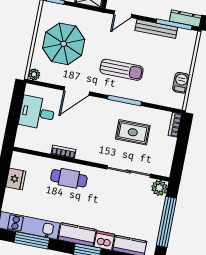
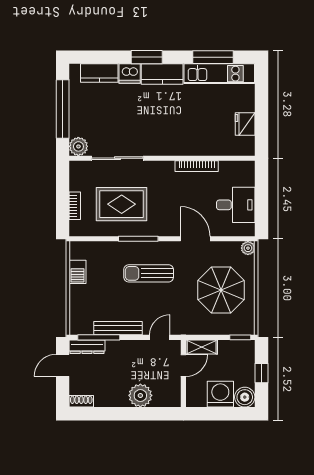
door: (77, 91) -> (195, 239), hinge flipped
bookcase: (175, 125) -> (75, 206), moved
rug: (133, 132) -> (122, 204), width x1.36, depth x1.43
bookcase: (63, 152) -> (197, 166), width x1.56
cafe table: (69, 178) -> (184, 137), removed

